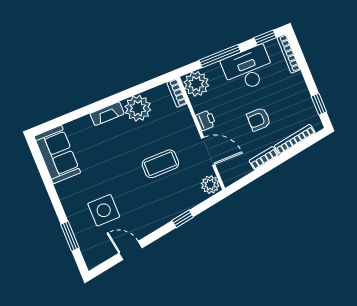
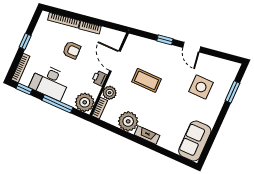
window: (319, 104) -> (25, 41), moved
plant: (210, 185) -> (110, 93), moved
door: (131, 250) -> (192, 47), moved

